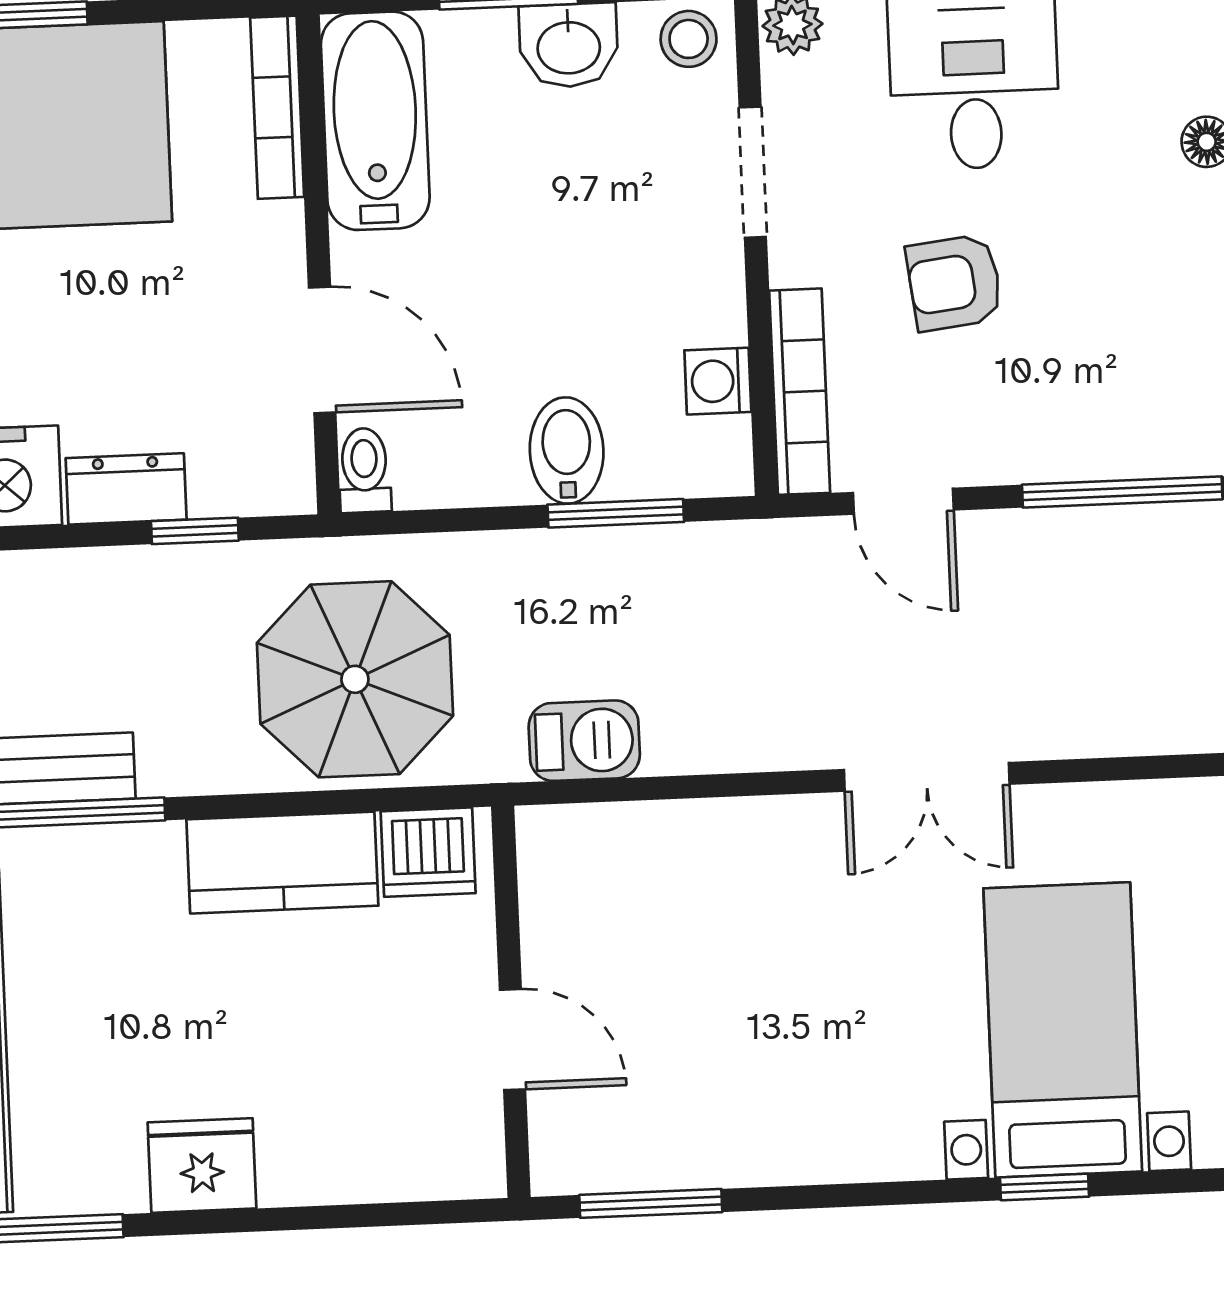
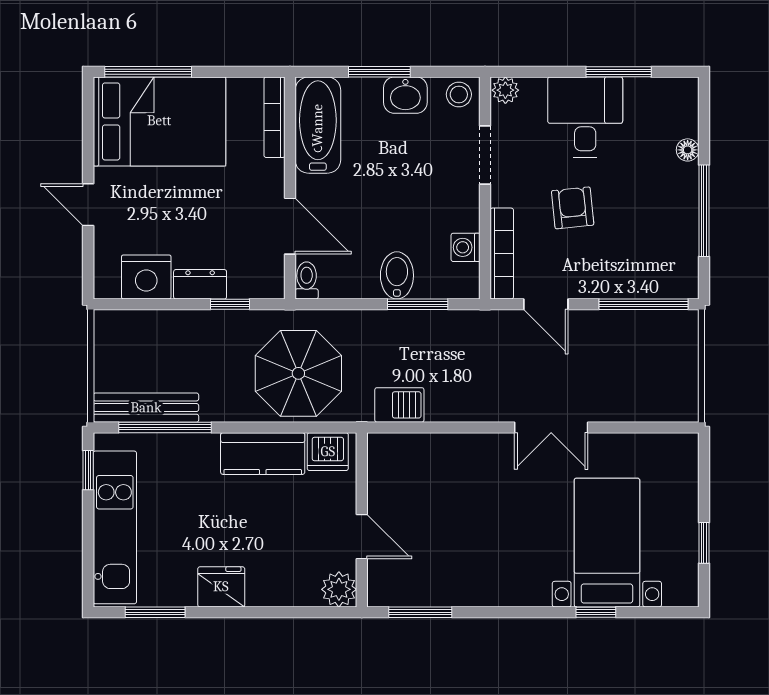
armchair: (954, 283) -> (573, 208), turned 91
plant: (466, 1160) -> (339, 589), added

